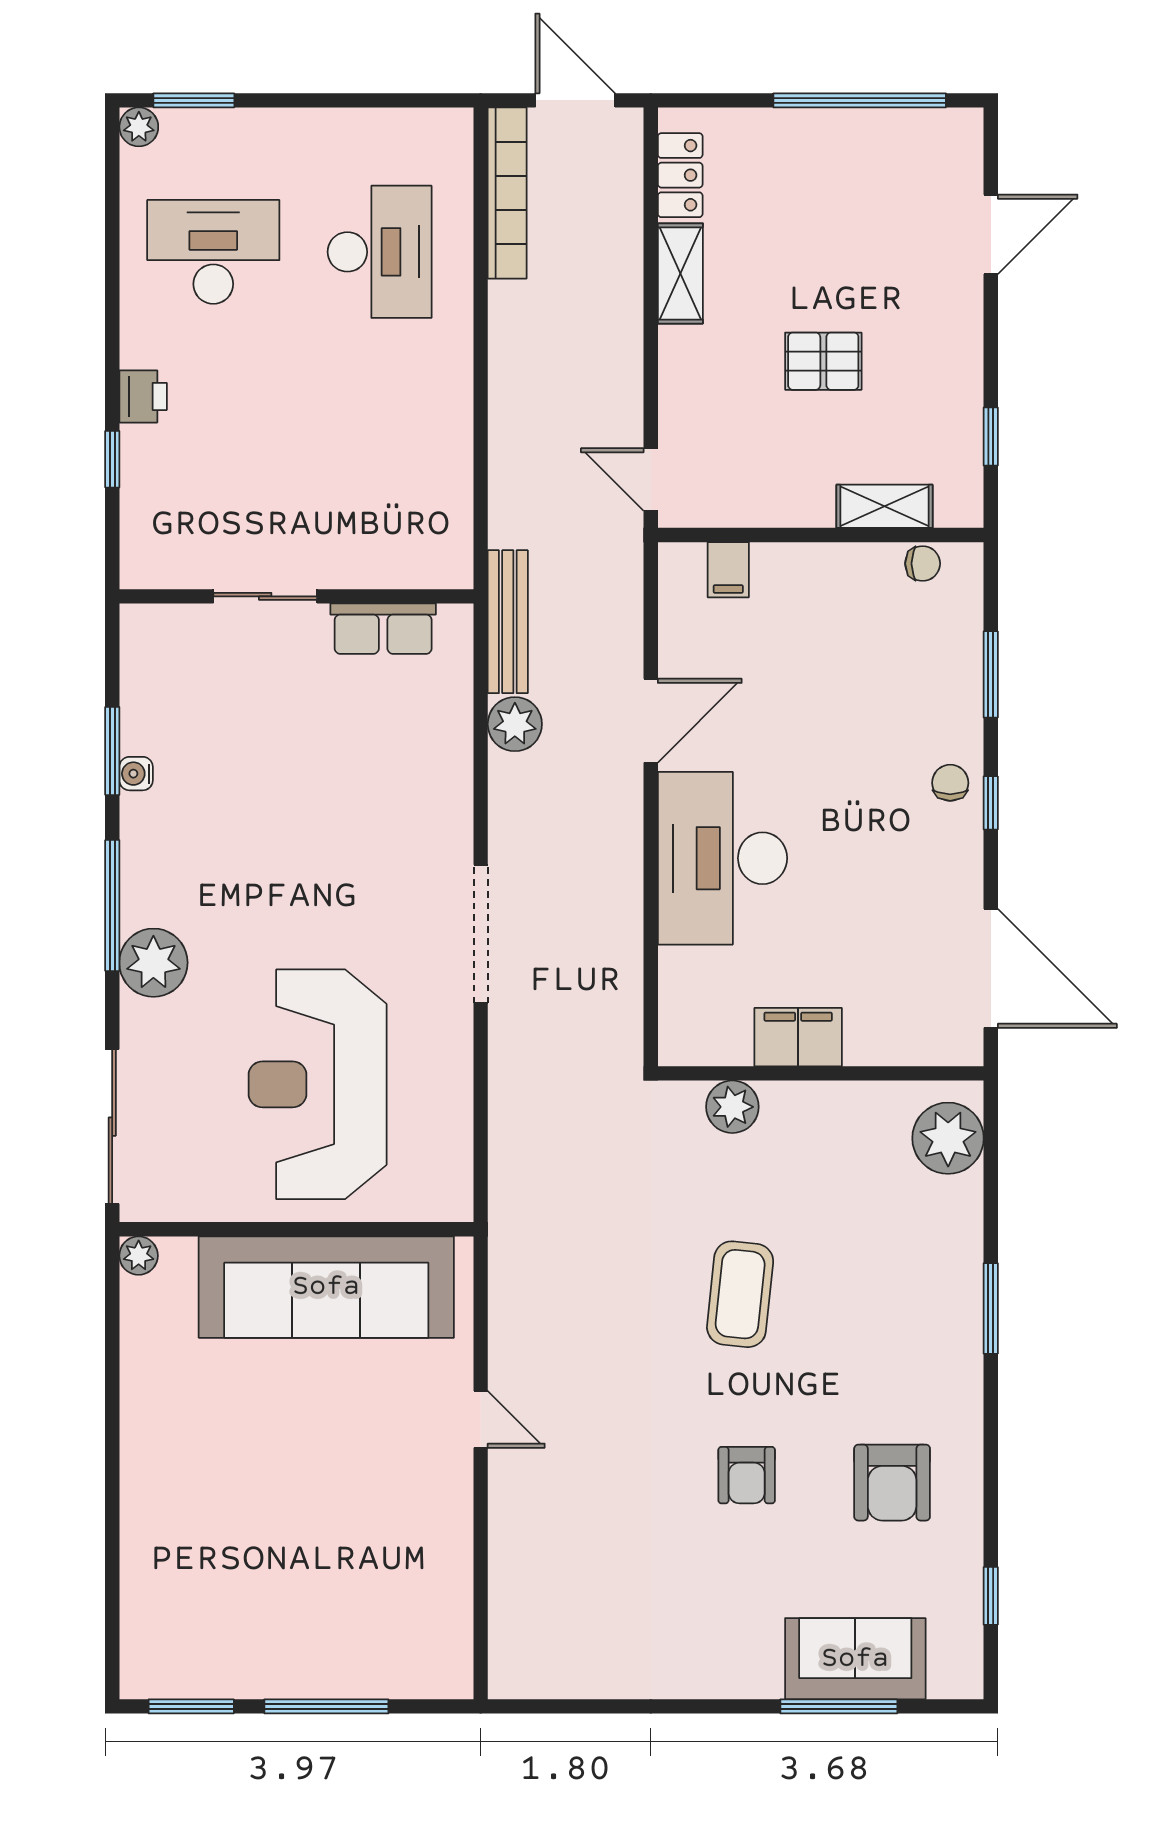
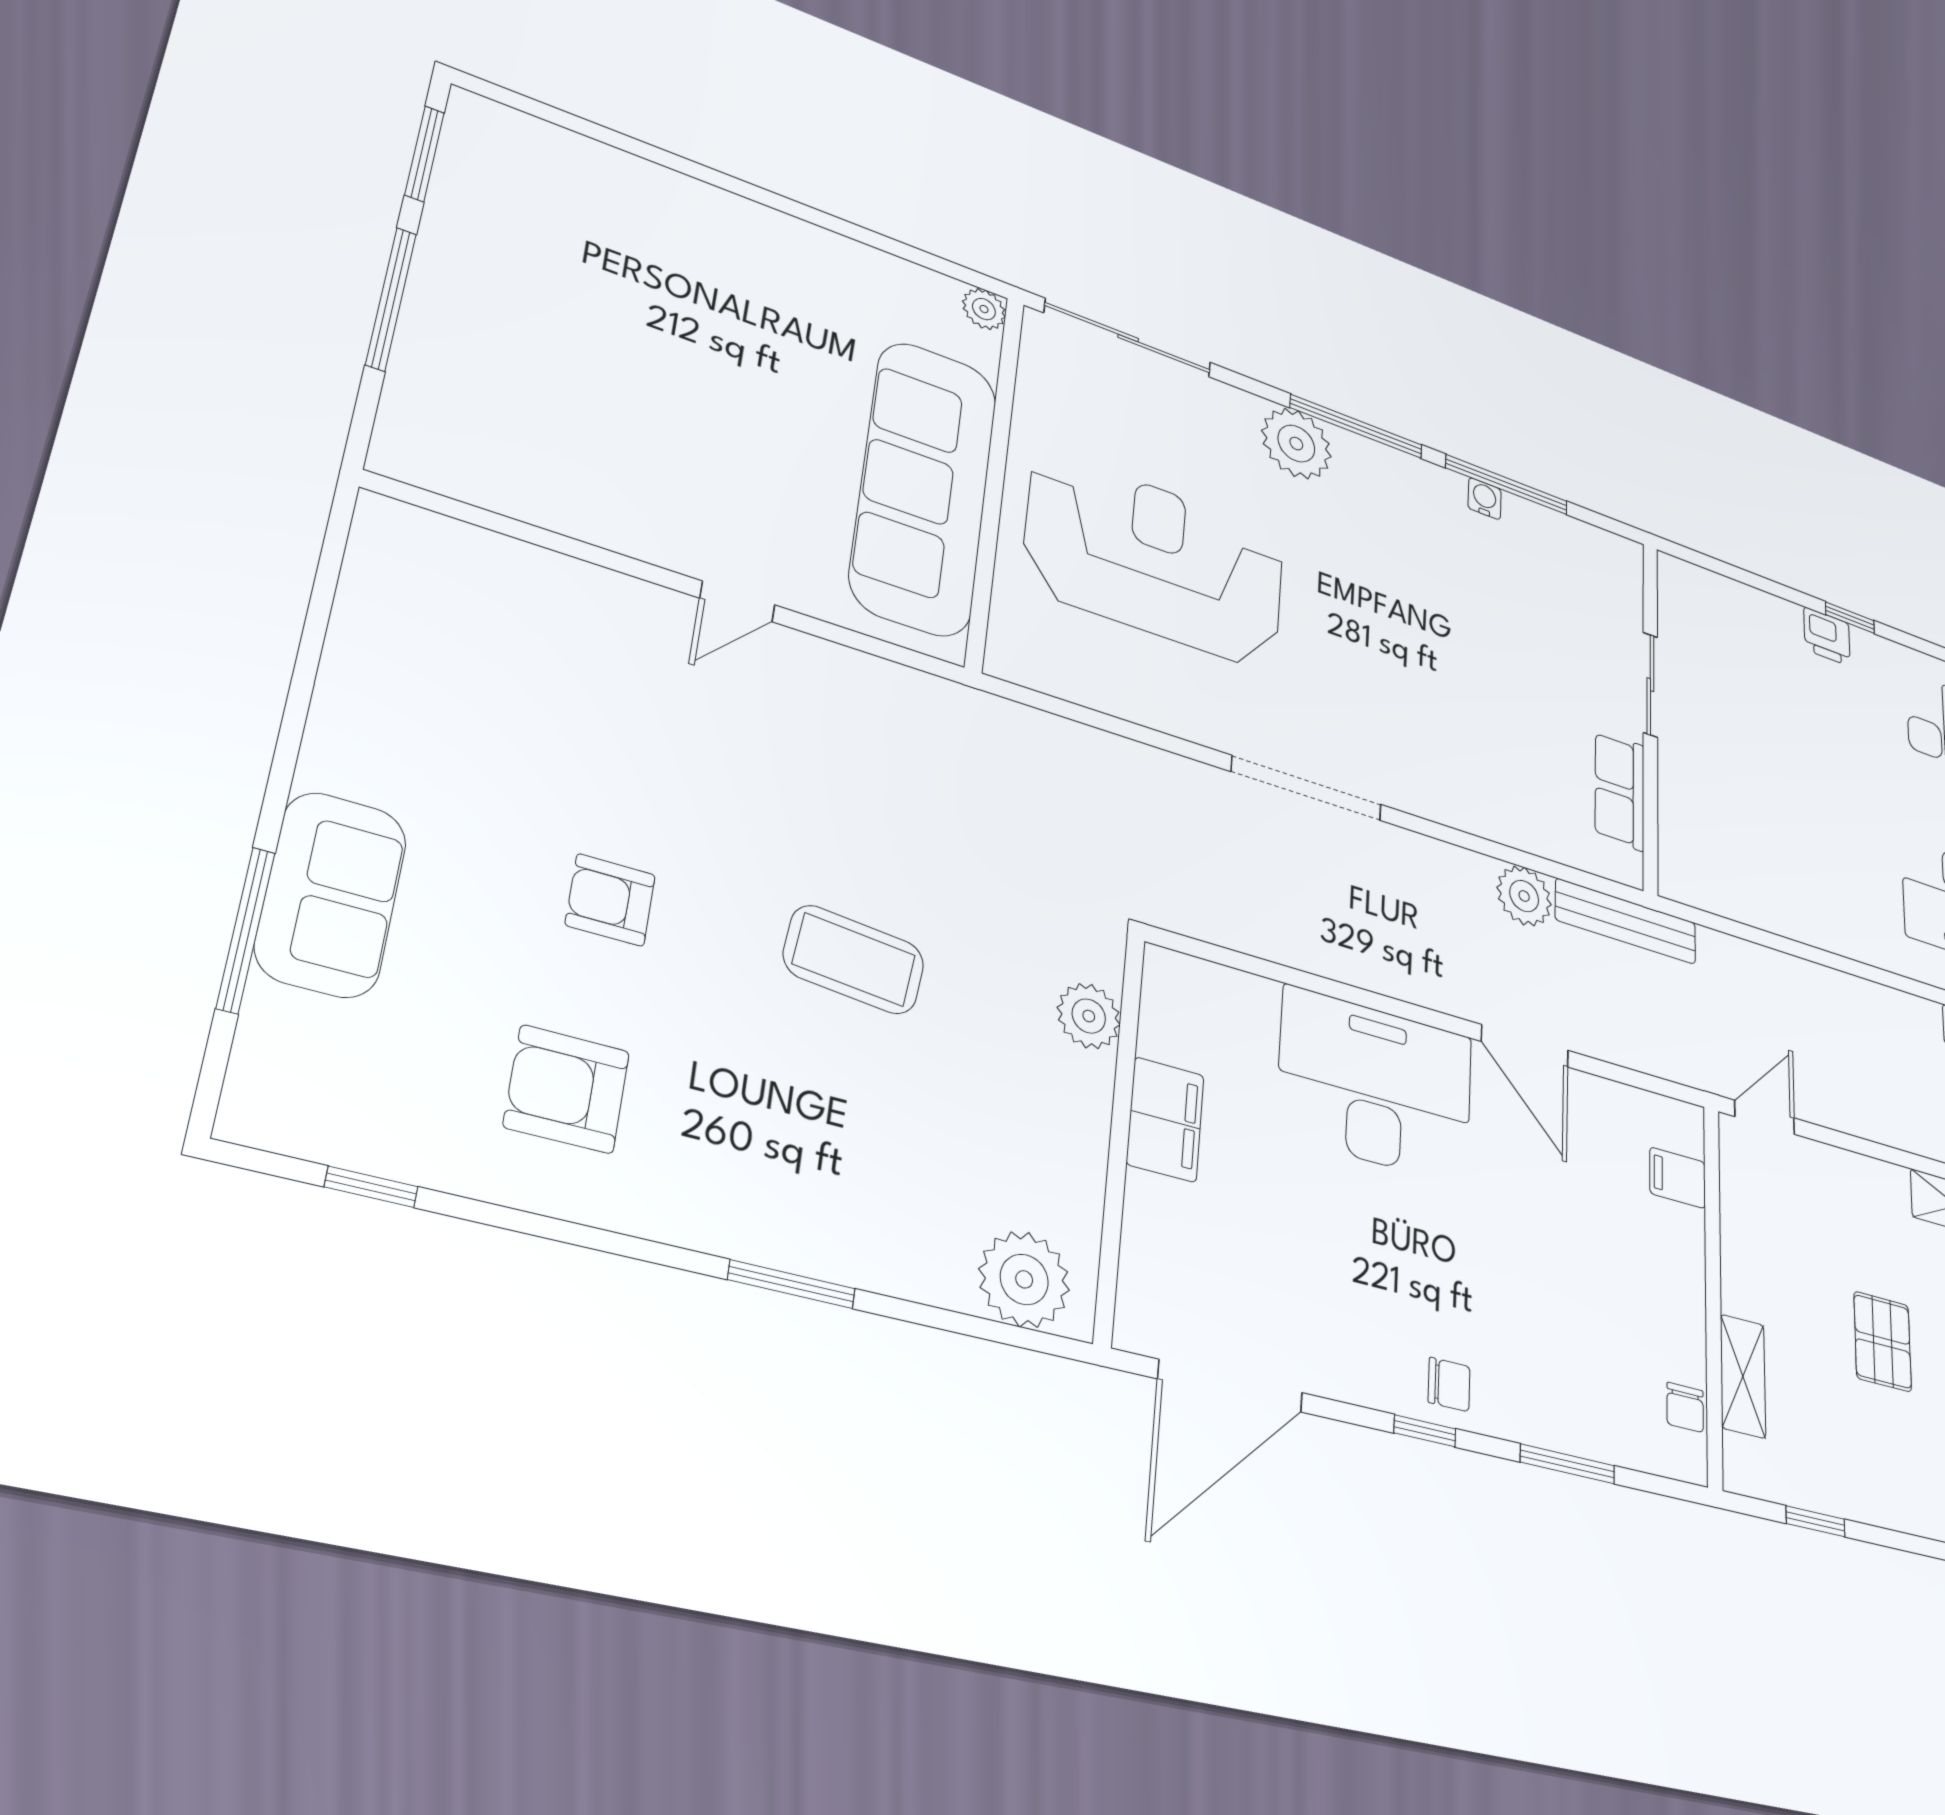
window: (112, 459) -> (1850, 618), moved
window: (112, 751) -> (1507, 485), width x1.44
sofa: (855, 1659) -> (331, 894), moved

